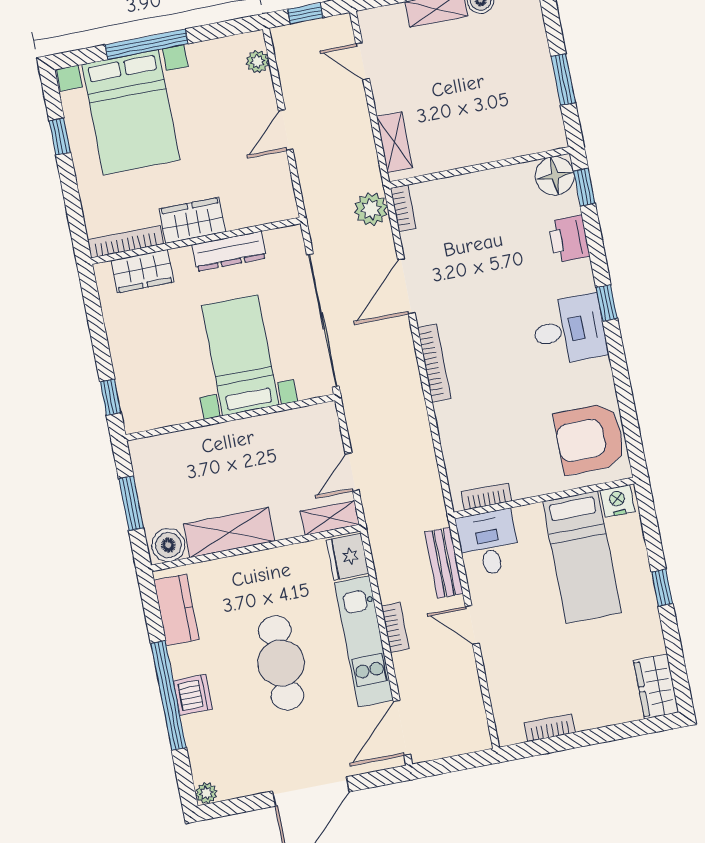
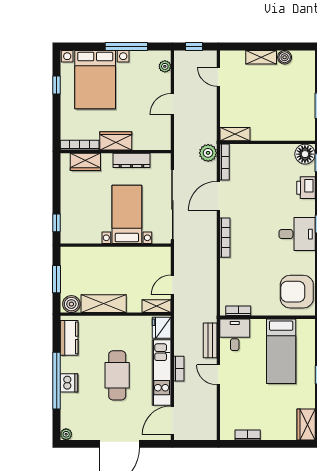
window: (147, 44) -> (126, 47), moved
shelving: (394, 142) -> (235, 134), moved, turned 90
bookcase: (403, 208) -> (225, 162), width x1.56
nightstand: (617, 501) -> (305, 326), removed

